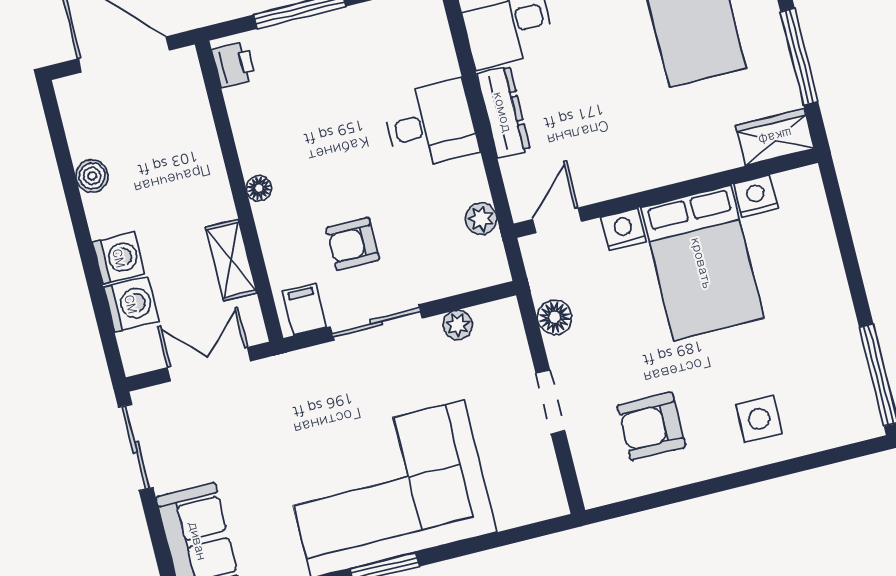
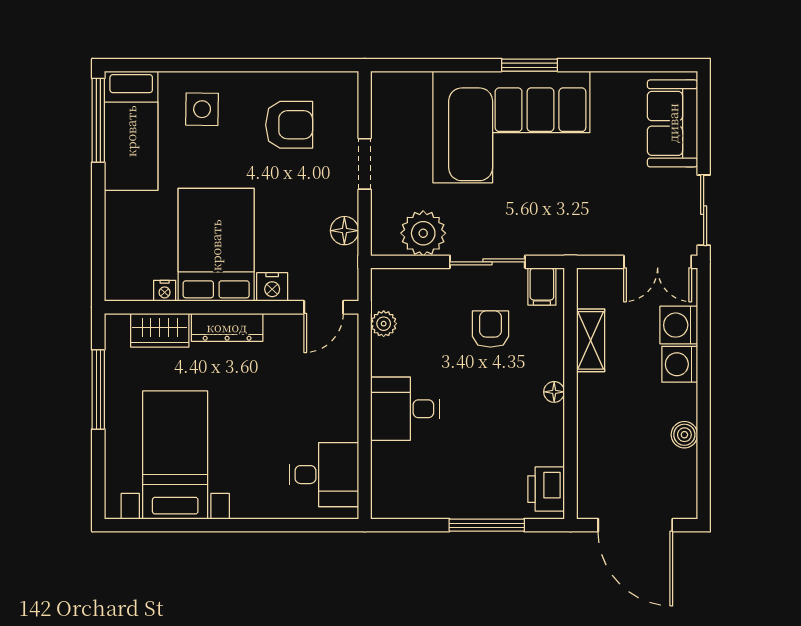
printer: (234, 65) -> (546, 489), width x1.36, depth x1.24
dresser: (503, 112) -> (227, 327), moved, turned -90
wardrobe: (775, 137) -> (160, 330), moved
nightstand: (756, 196) -> (165, 291), width x0.72, depth x0.74
armchair: (353, 244) -> (490, 329), turned -90
plant: (458, 325) -> (423, 233), width x1.87, depth x1.87
double door: (209, 364) -> (658, 262), moved
bed: (837, 373) -> (131, 131), added

